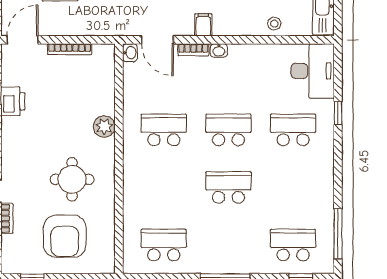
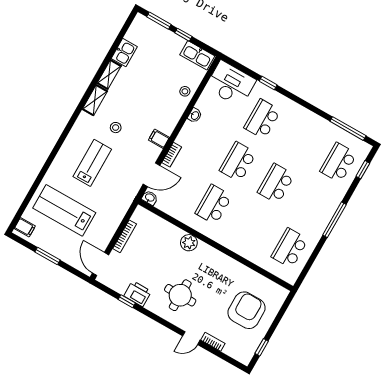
washbasin: (219, 50) -> (195, 115), moved
round table: (72, 179) -> (180, 295), moved
armchair: (65, 236) -> (246, 310), turned -90

